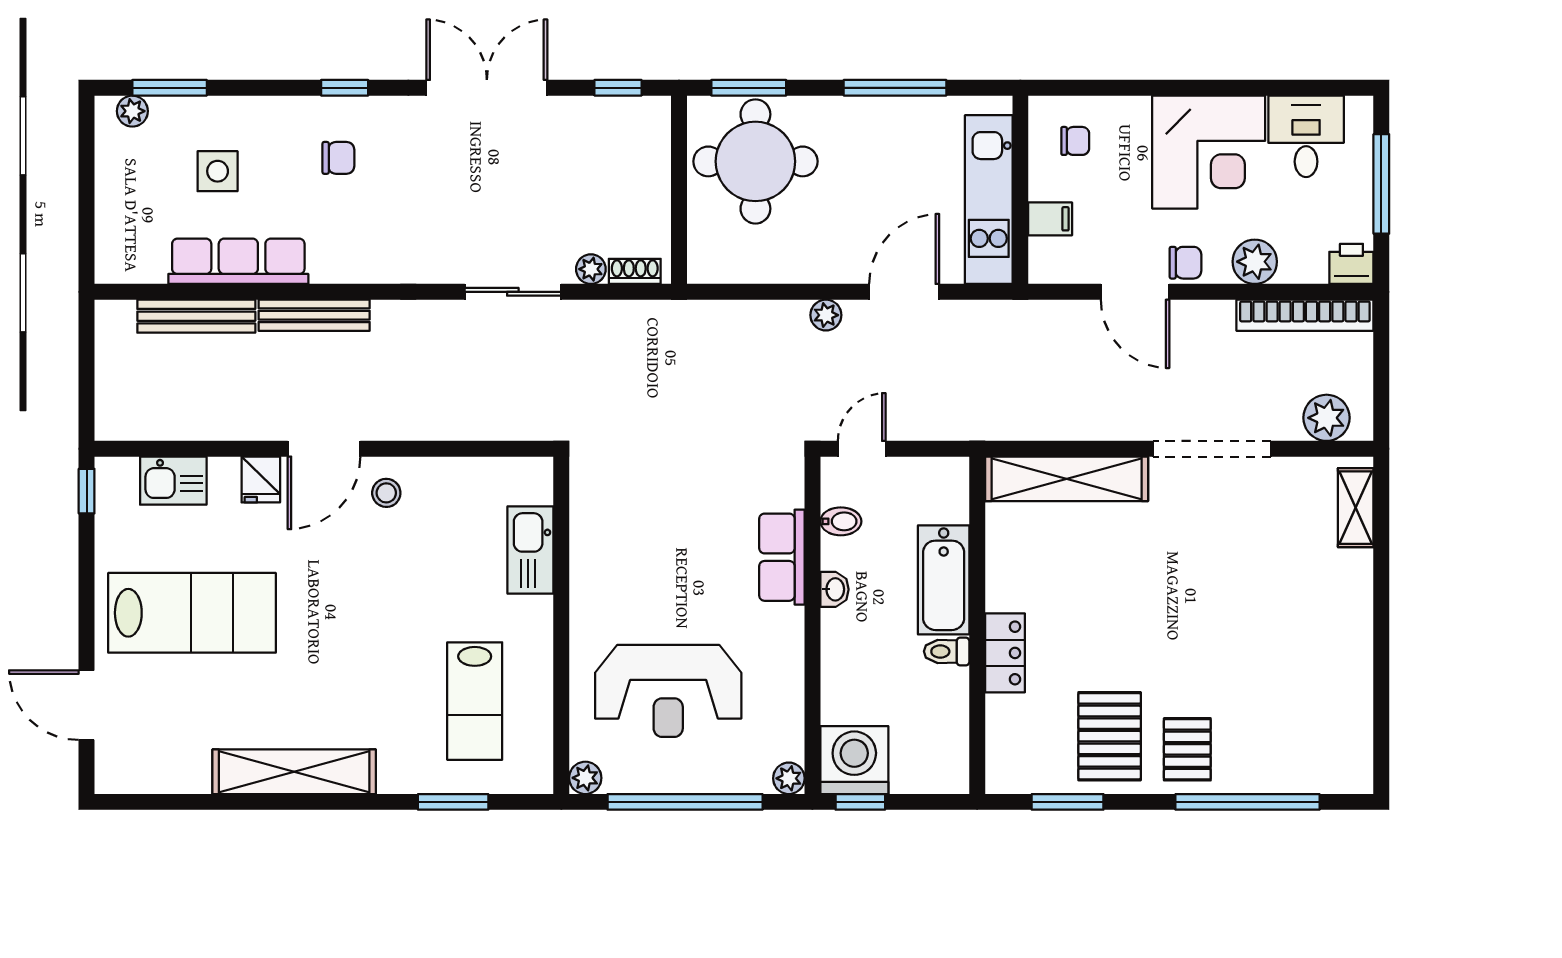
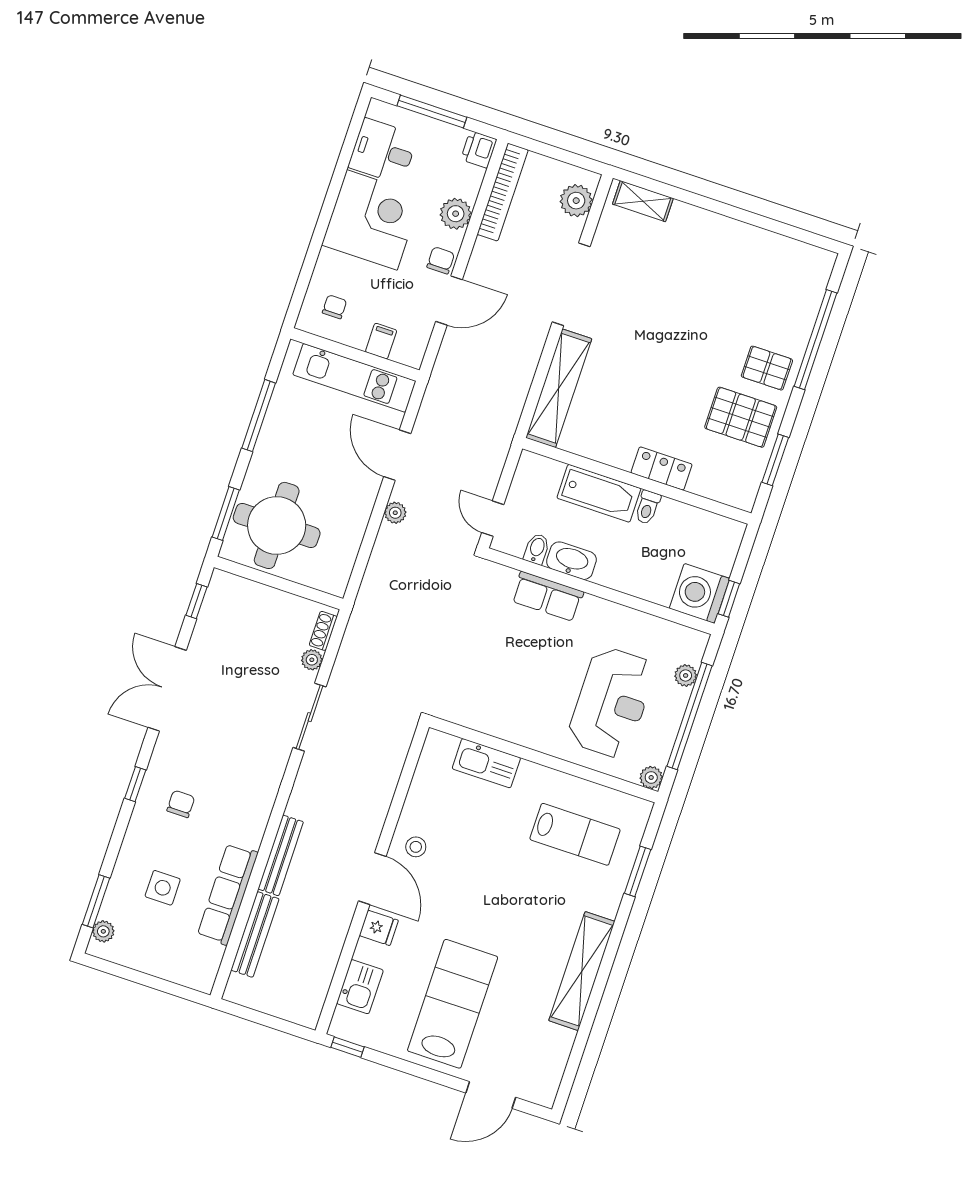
washbasin: (834, 589) -> (571, 561), width x1.91, depth x1.45
plant: (789, 778) -> (686, 675), moved

